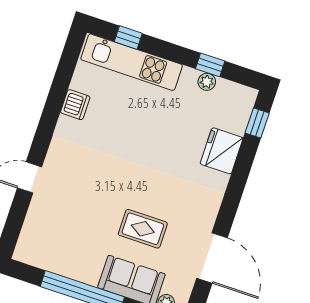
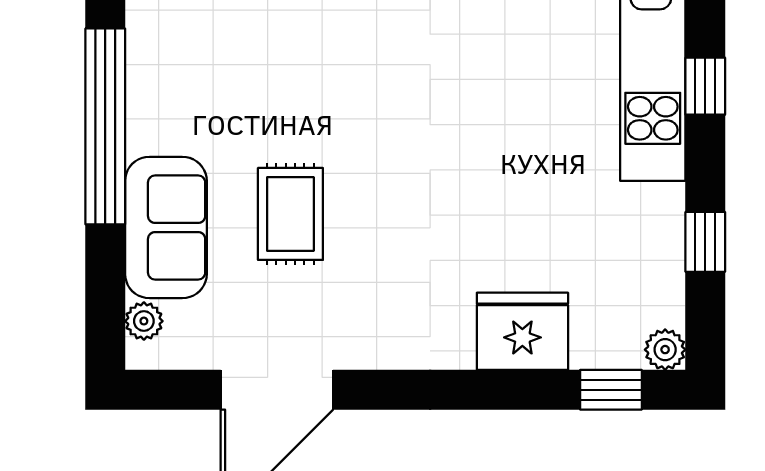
window: (128, 37) -> (705, 86), moved
plant: (207, 82) -> (665, 350), moved

